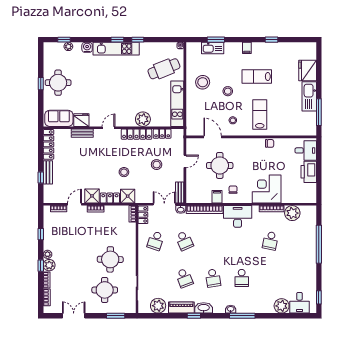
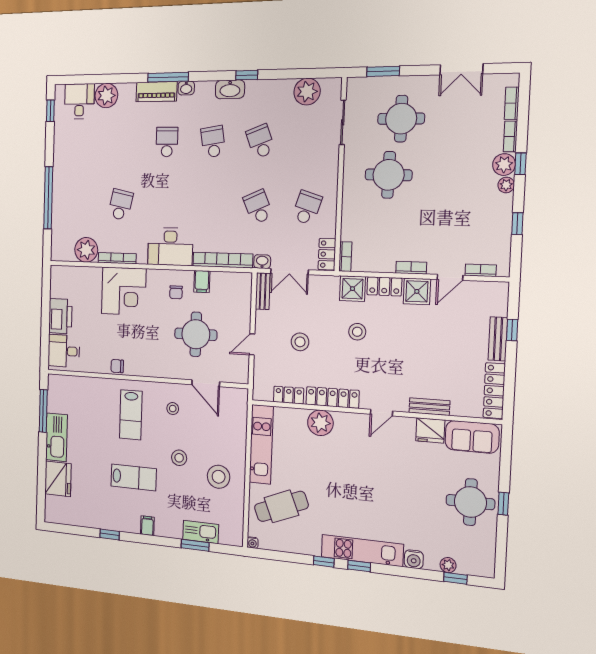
piano: (181, 308) -> (157, 92), moved

